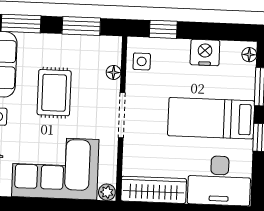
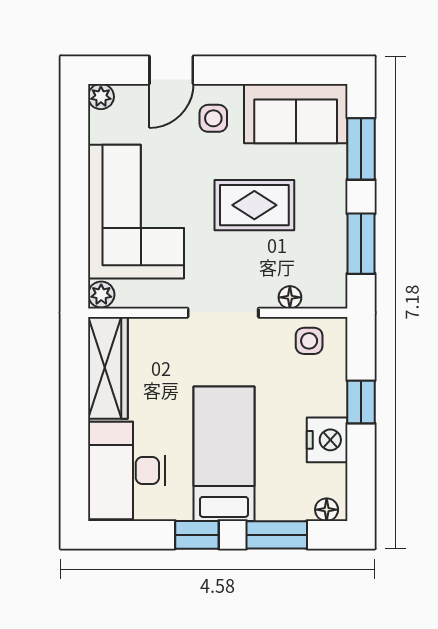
window: (163, 29) -> (361, 402), moved

